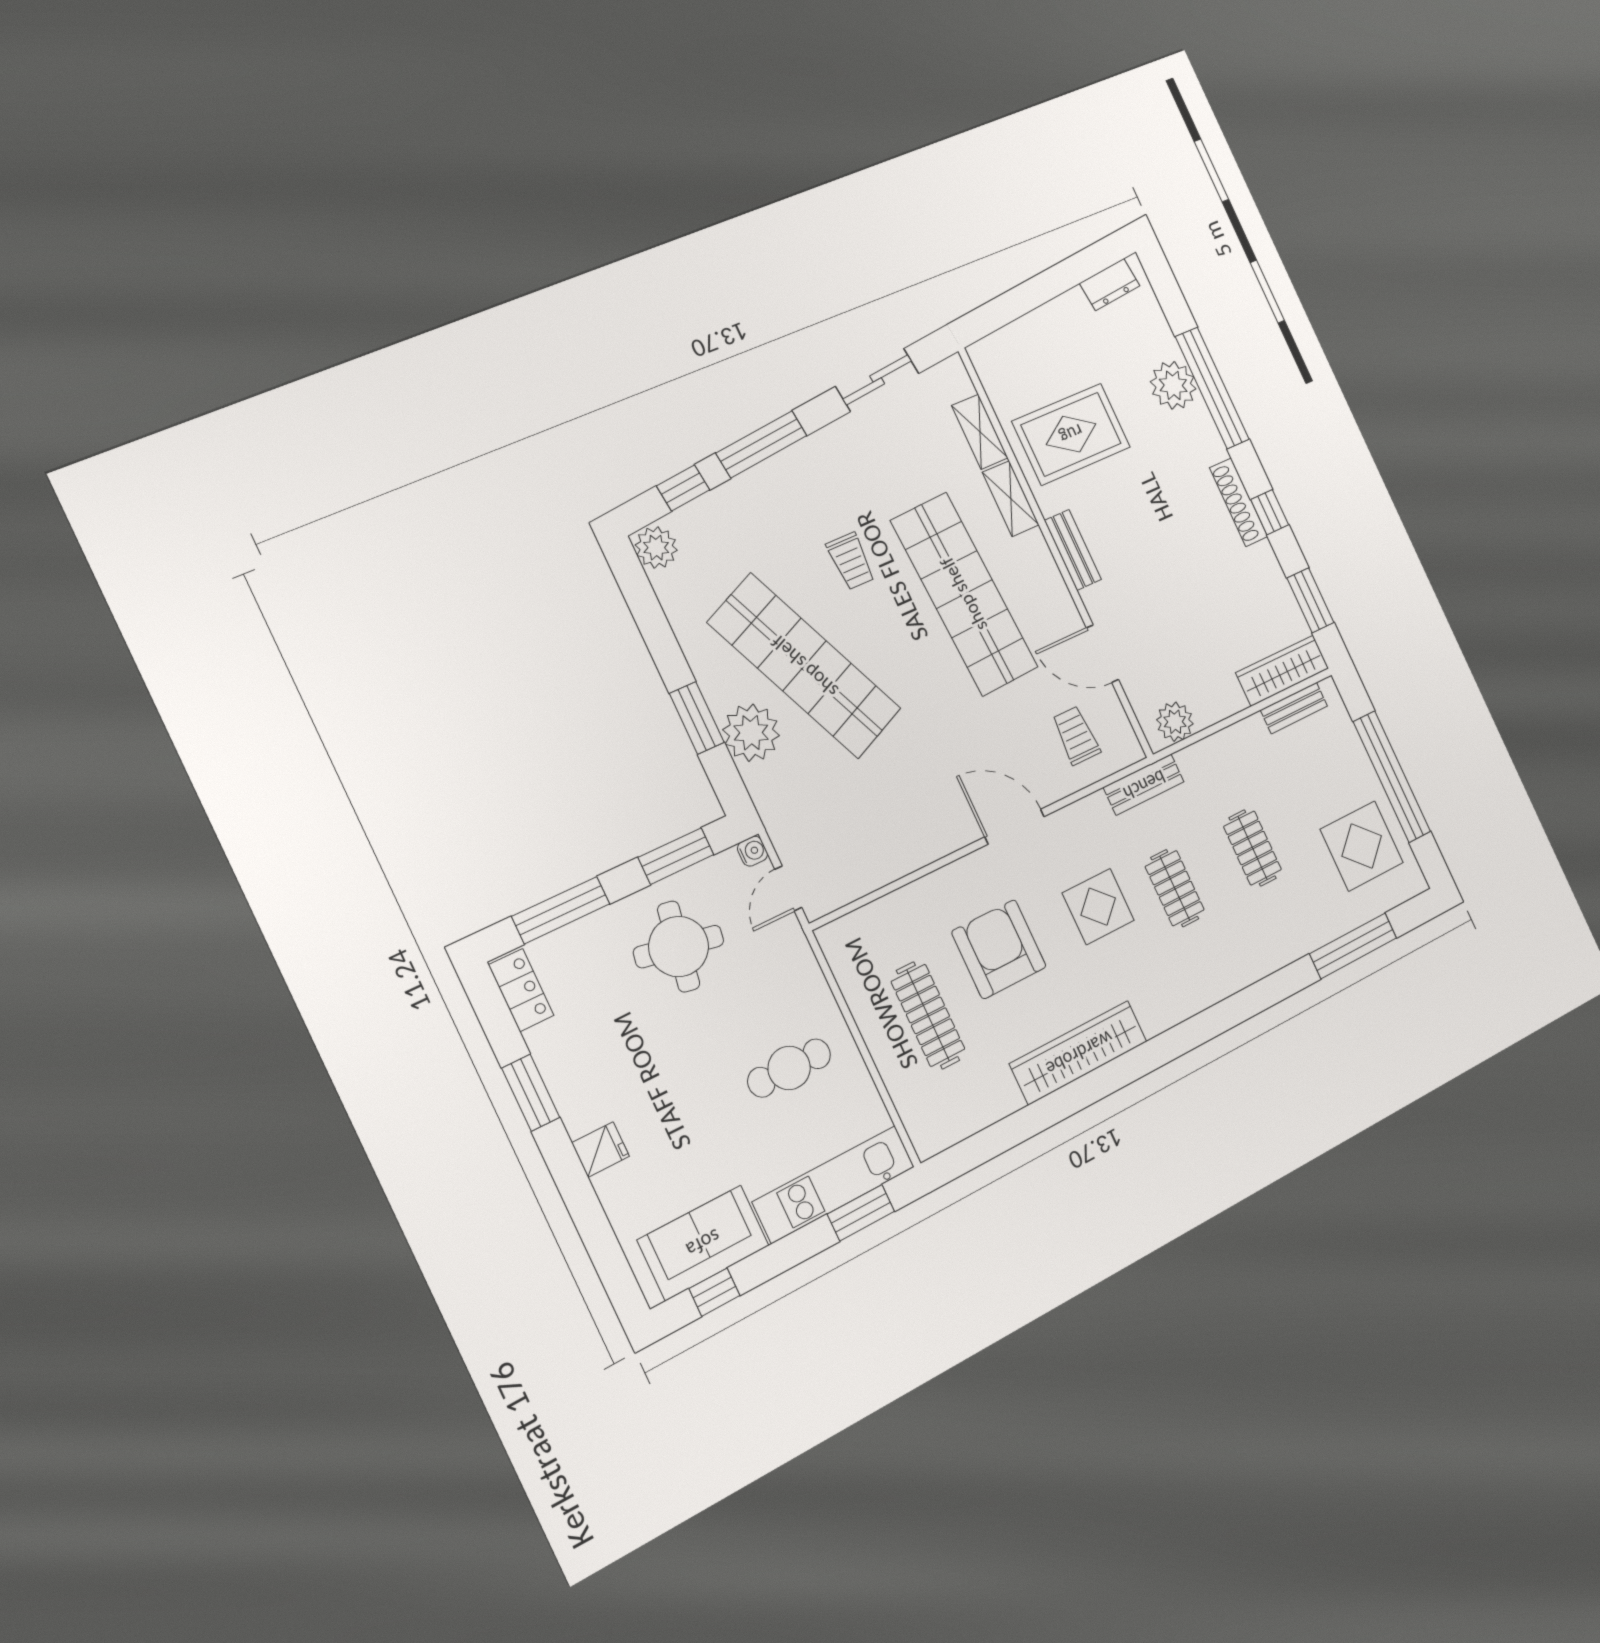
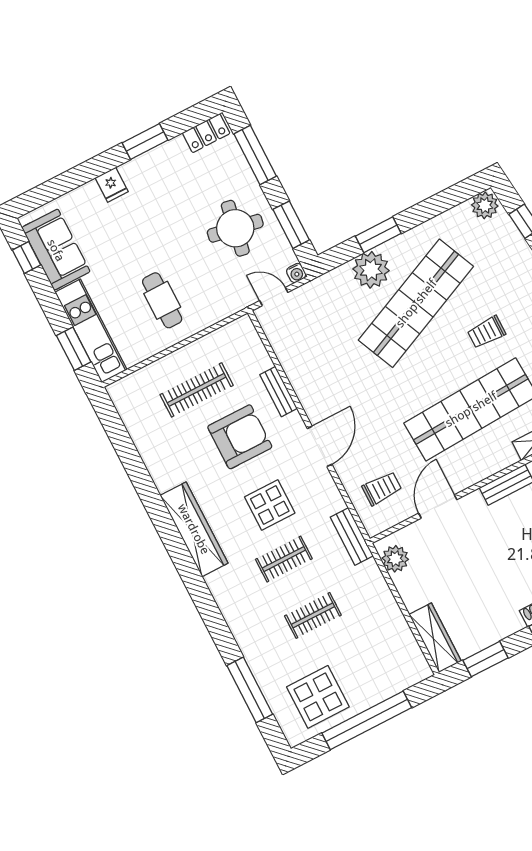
bench: (1294, 708) -> (278, 392), moved
wardrobe: (1079, 1053) -> (194, 529), moved

